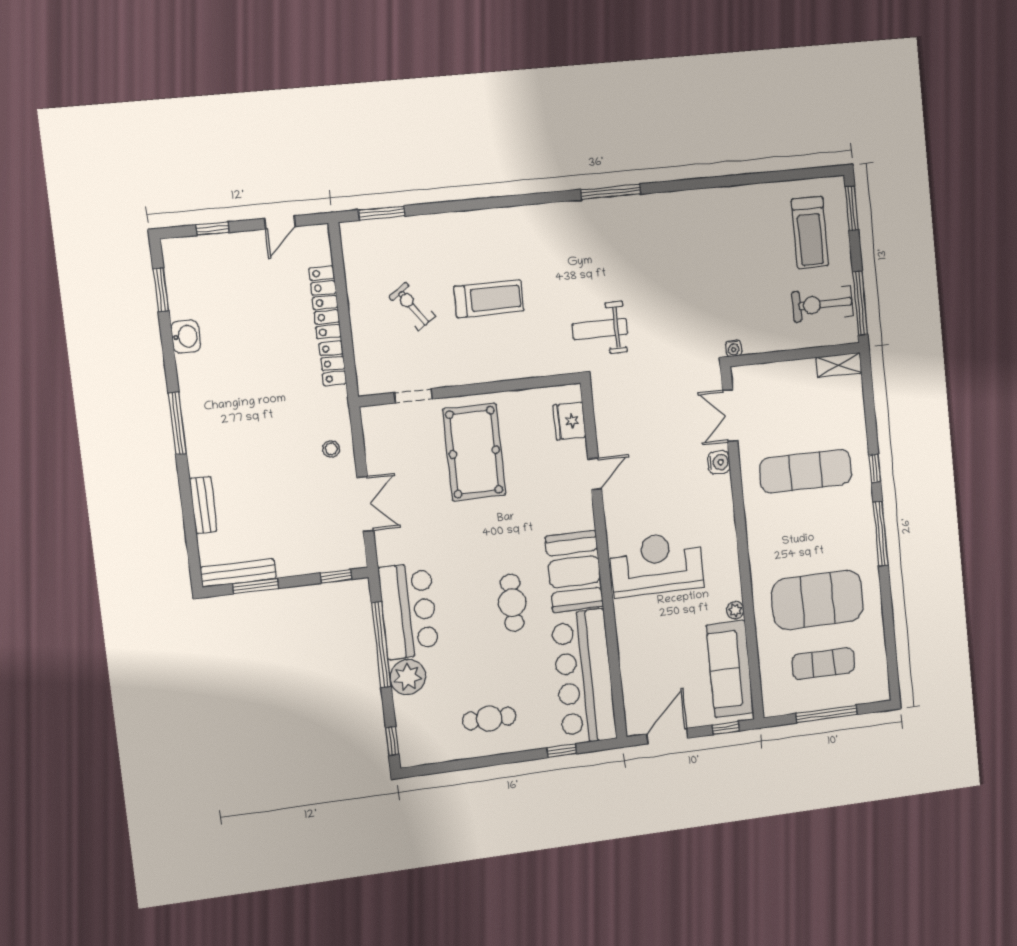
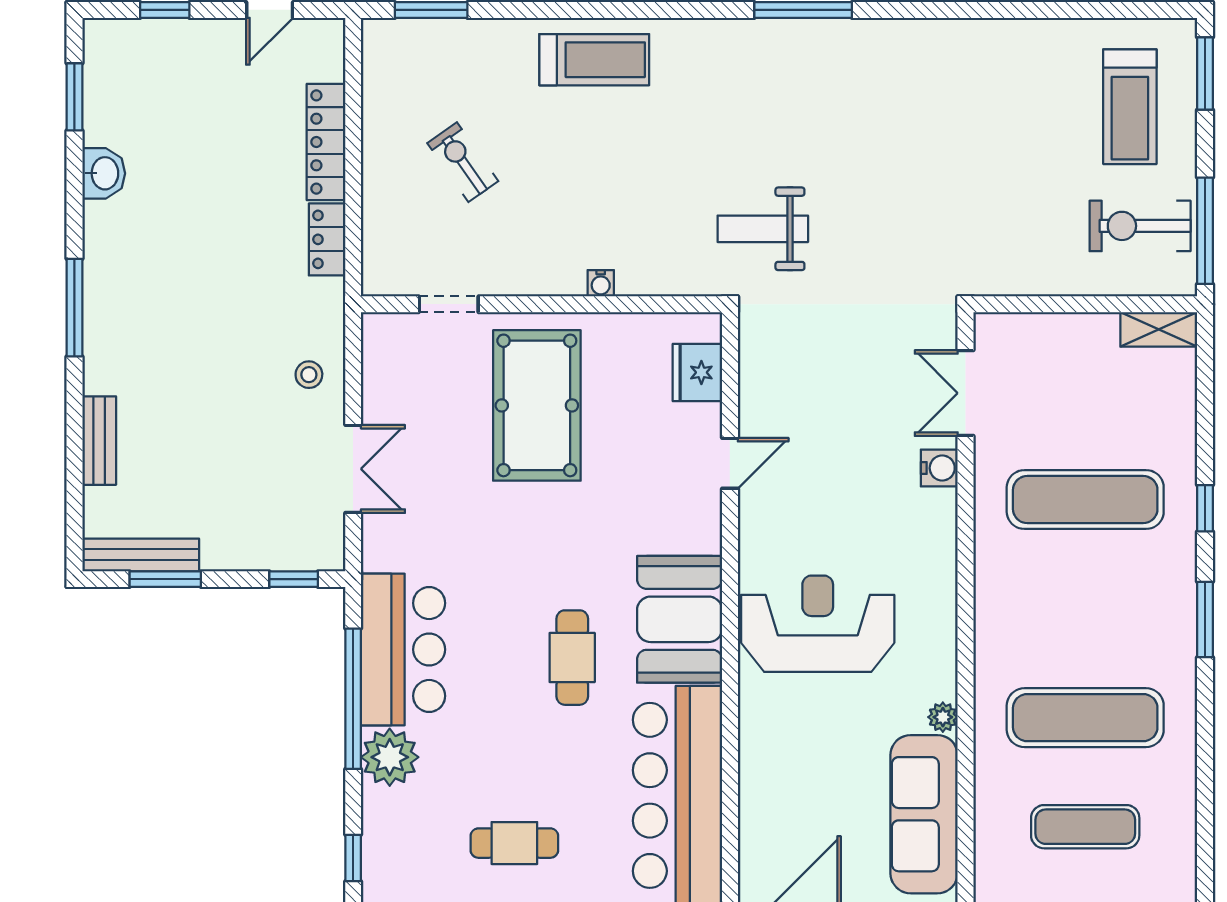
treadmill: (489, 299) -> (594, 60), moved
water cooler: (734, 348) -> (601, 283), moved
window: (881, 534) -> (1205, 620), width x0.69
exercise mat: (817, 600) -> (1085, 718), width x0.68

